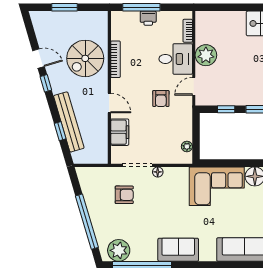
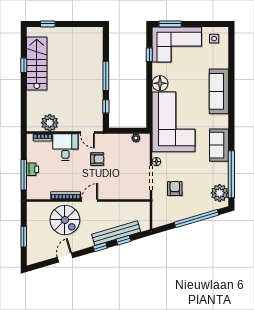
plant: (206, 55) -> (50, 123), moved
window: (46, 83) -> (100, 247), moved
door: (109, 103) -> (90, 201), moved
filing cabinet: (120, 132) -> (124, 192), removed
corner sofa: (217, 186) -> (174, 122), width x1.36, depth x1.36

